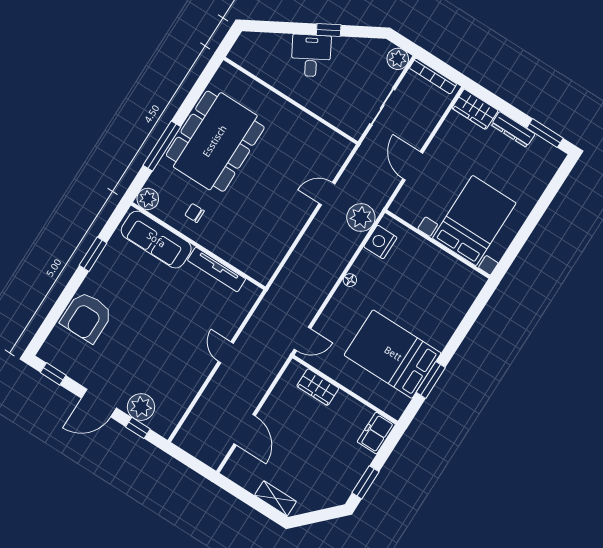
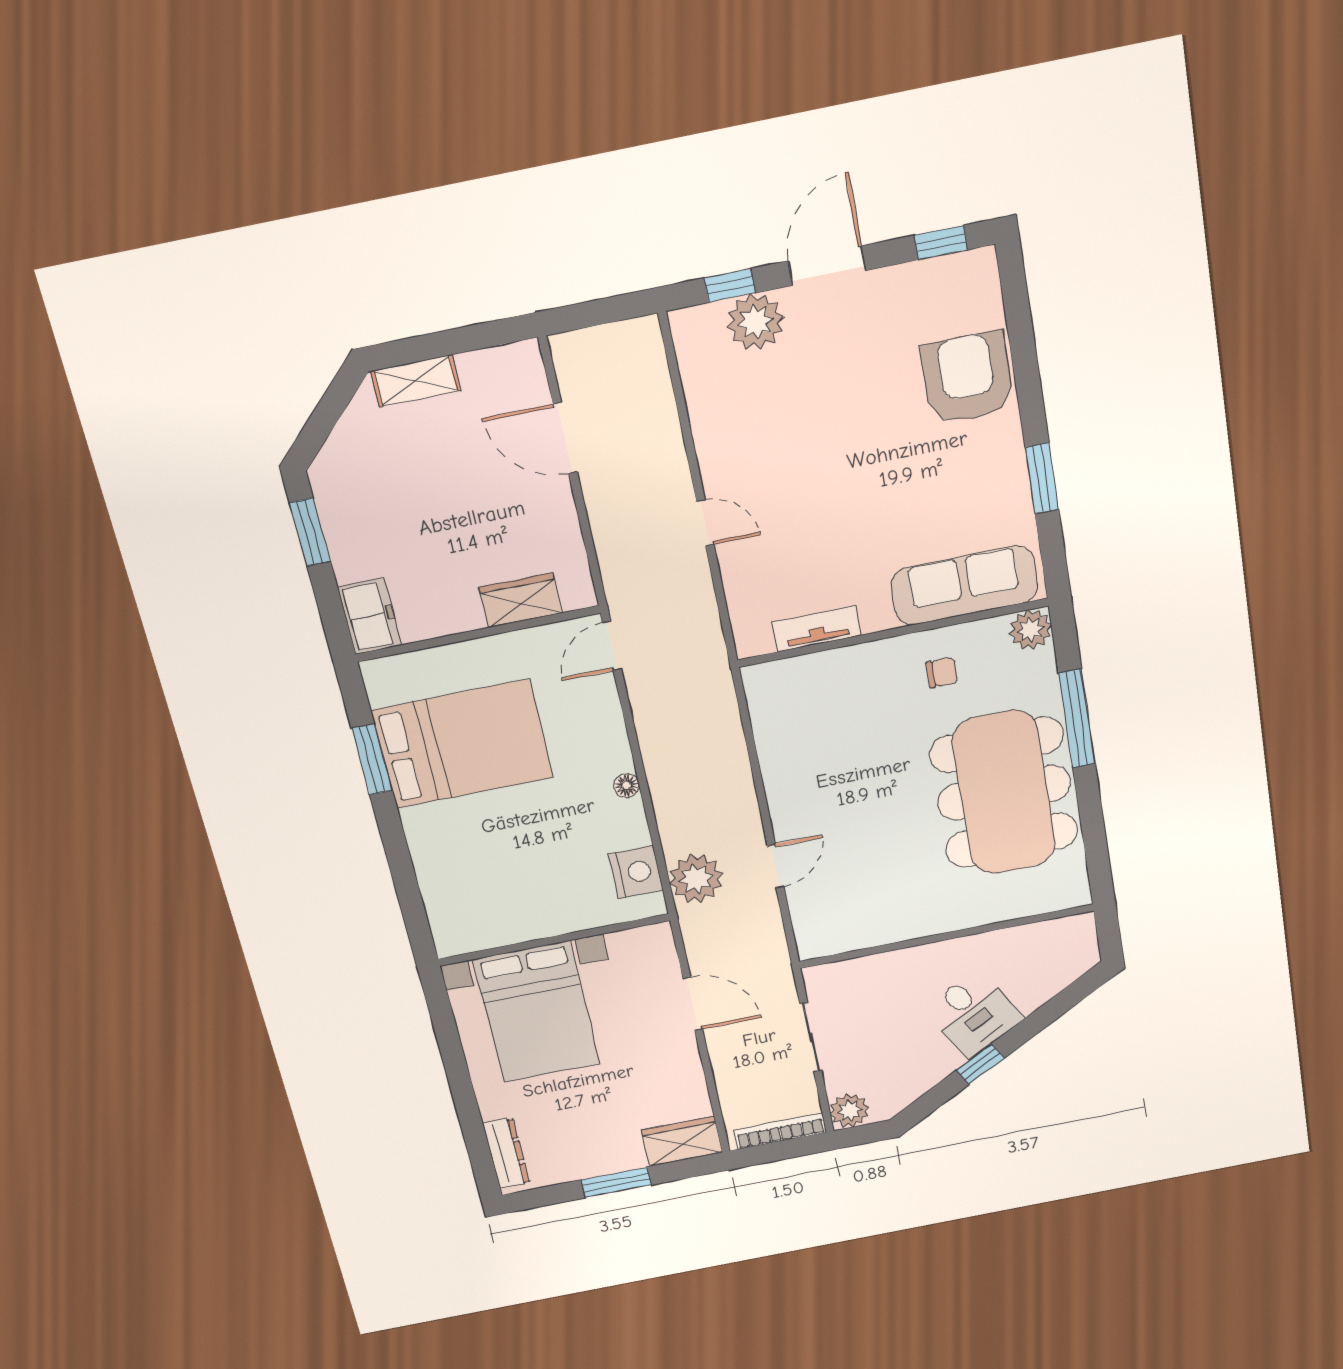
dresser: (513, 129) -> (506, 1153), moved, turned 90
window: (545, 133) -> (616, 1182), moved
tv unit: (217, 270) -> (817, 629), width x0.71

